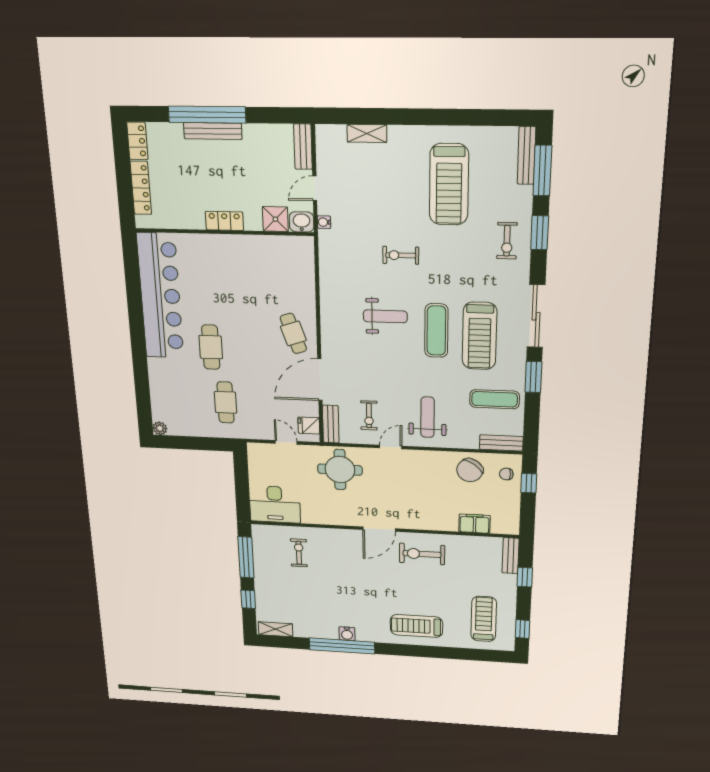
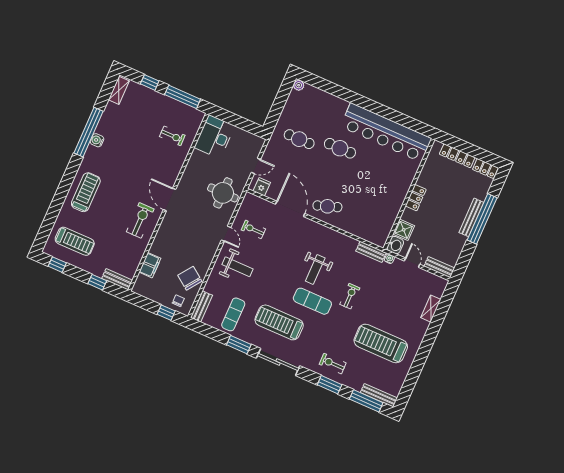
exercise mat: (436, 331) -> (312, 301), moved
bench: (331, 424) -> (371, 252), moved

